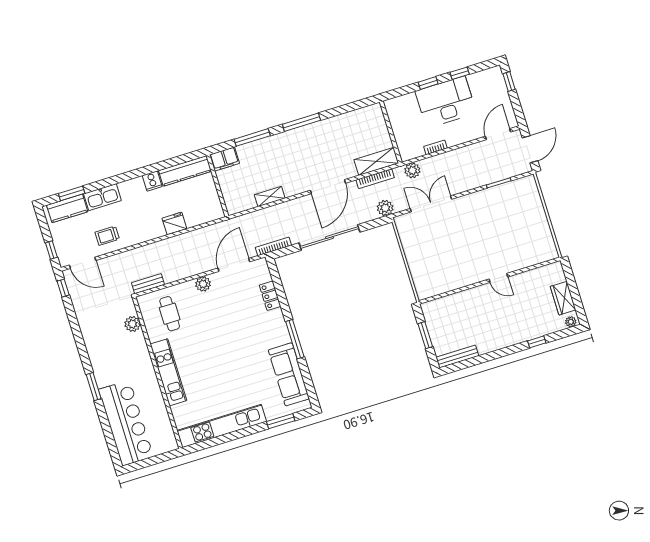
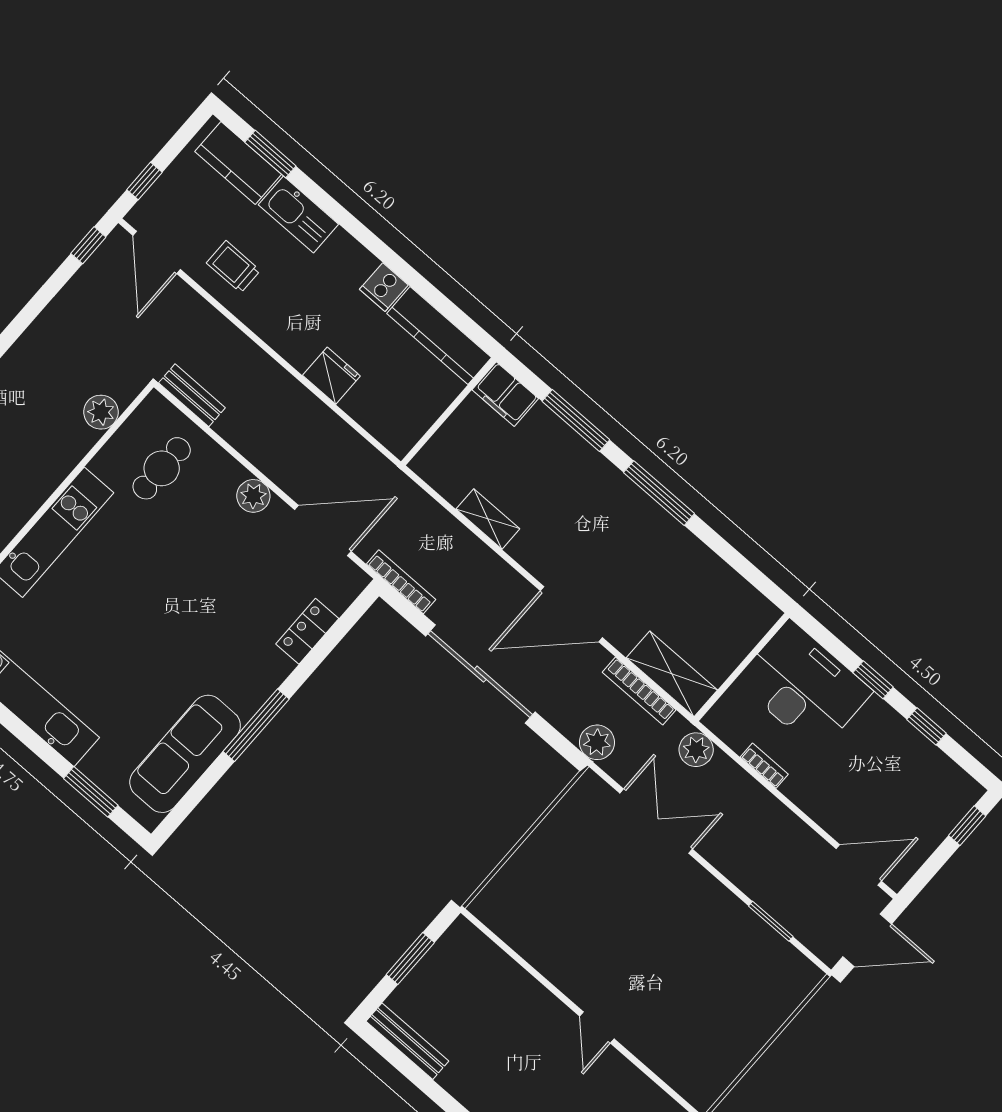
desk: (446, 102) -> (804, 686), moved

